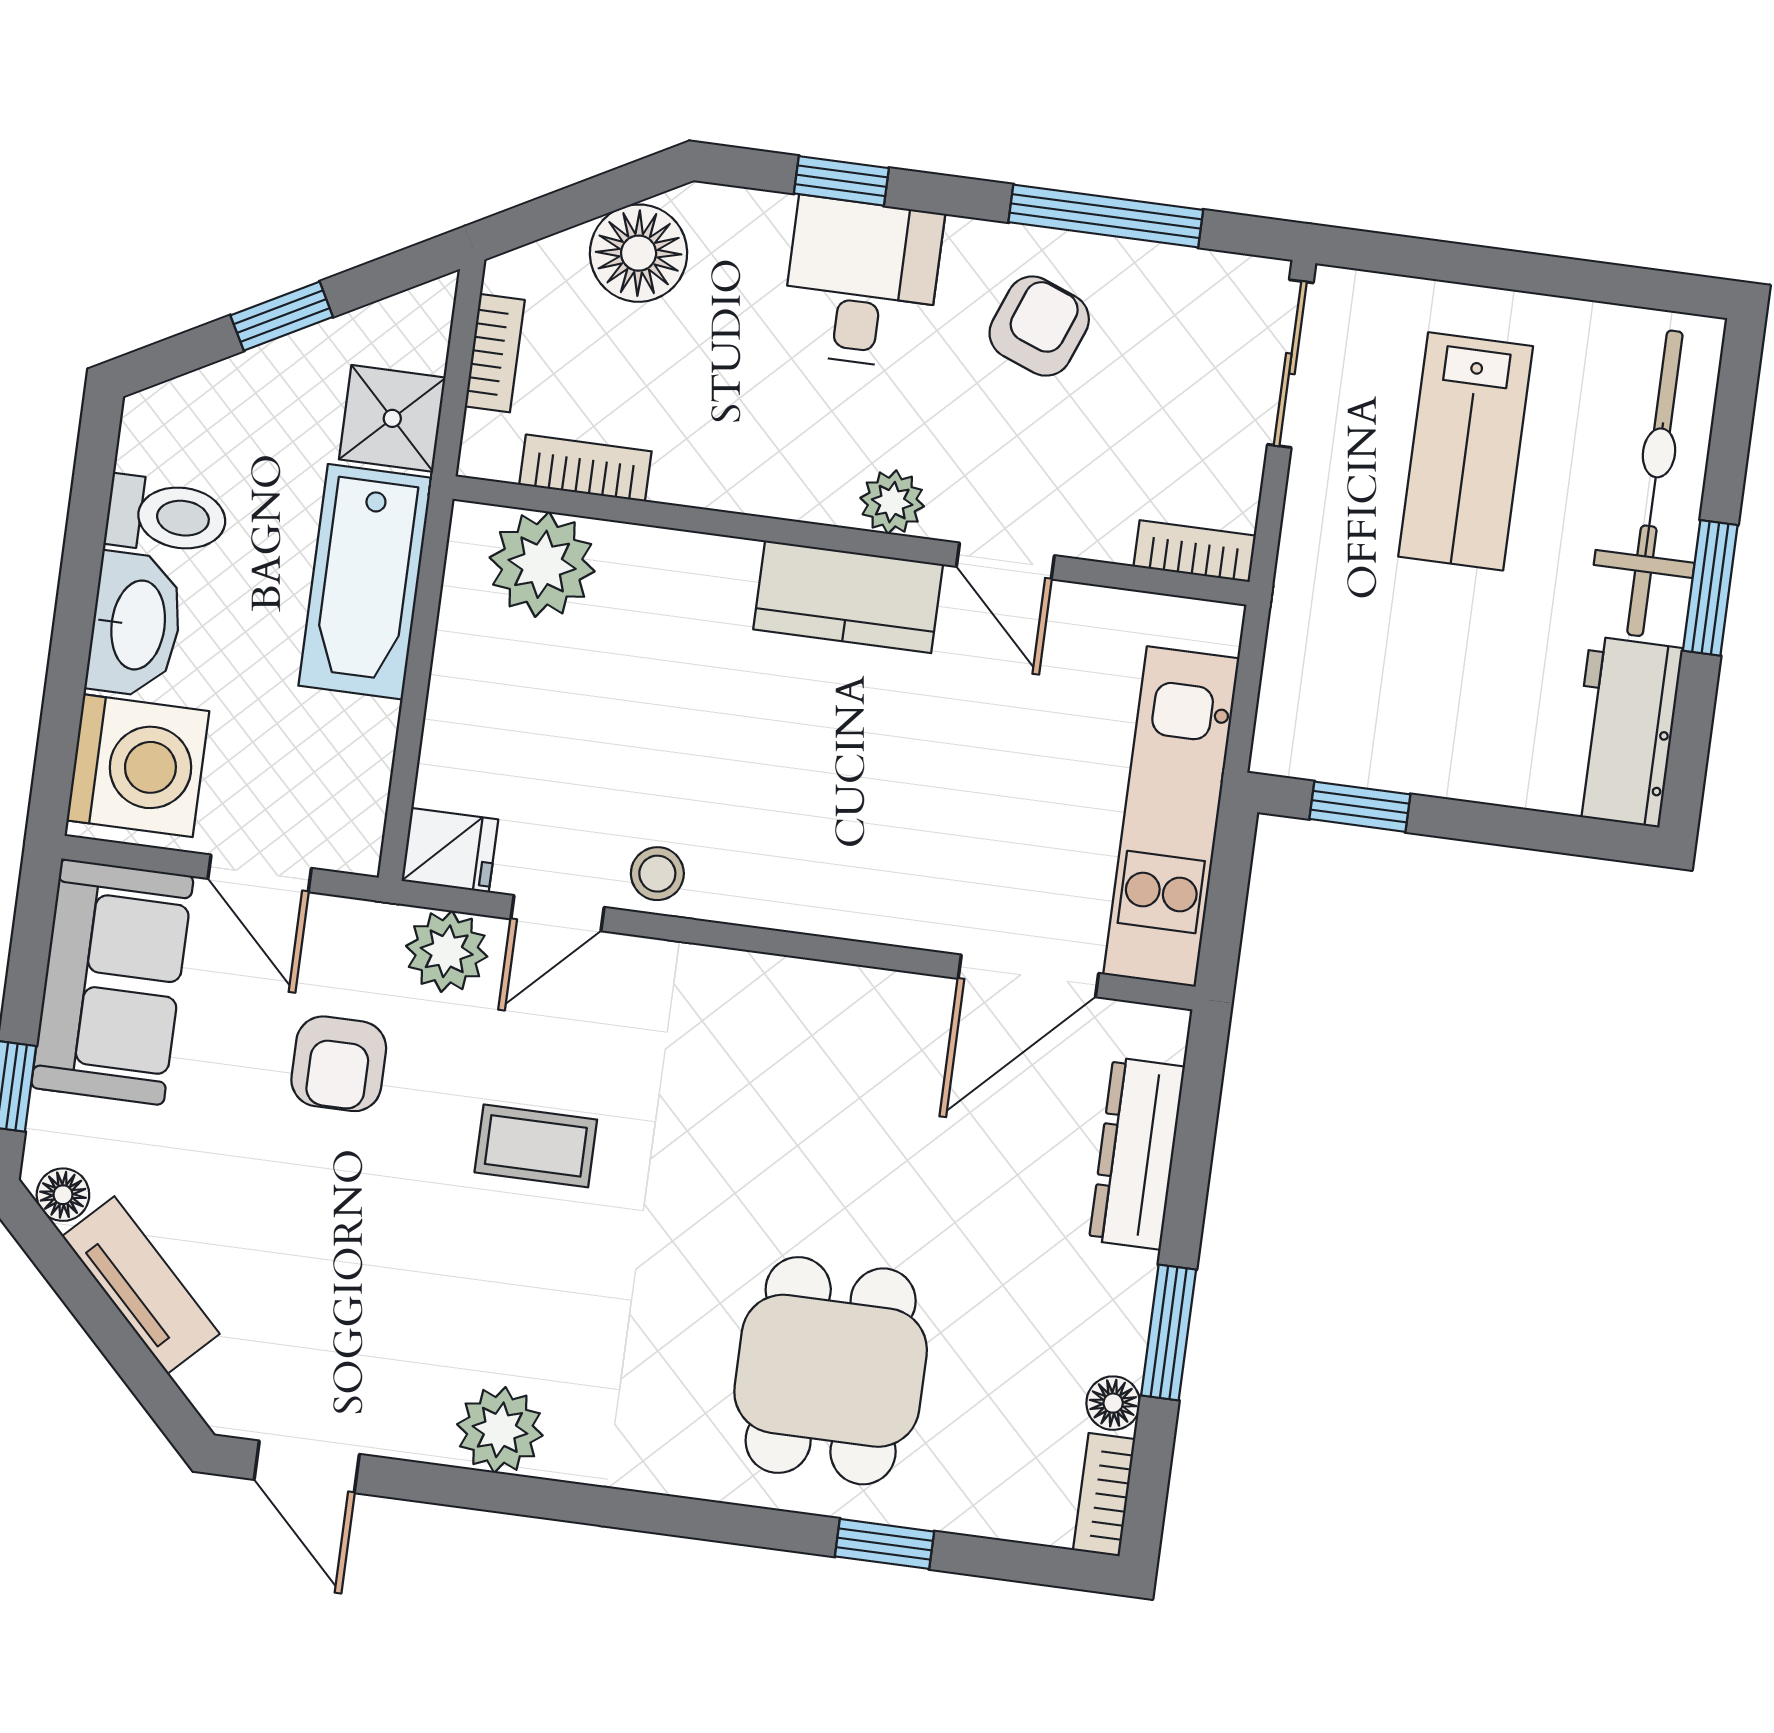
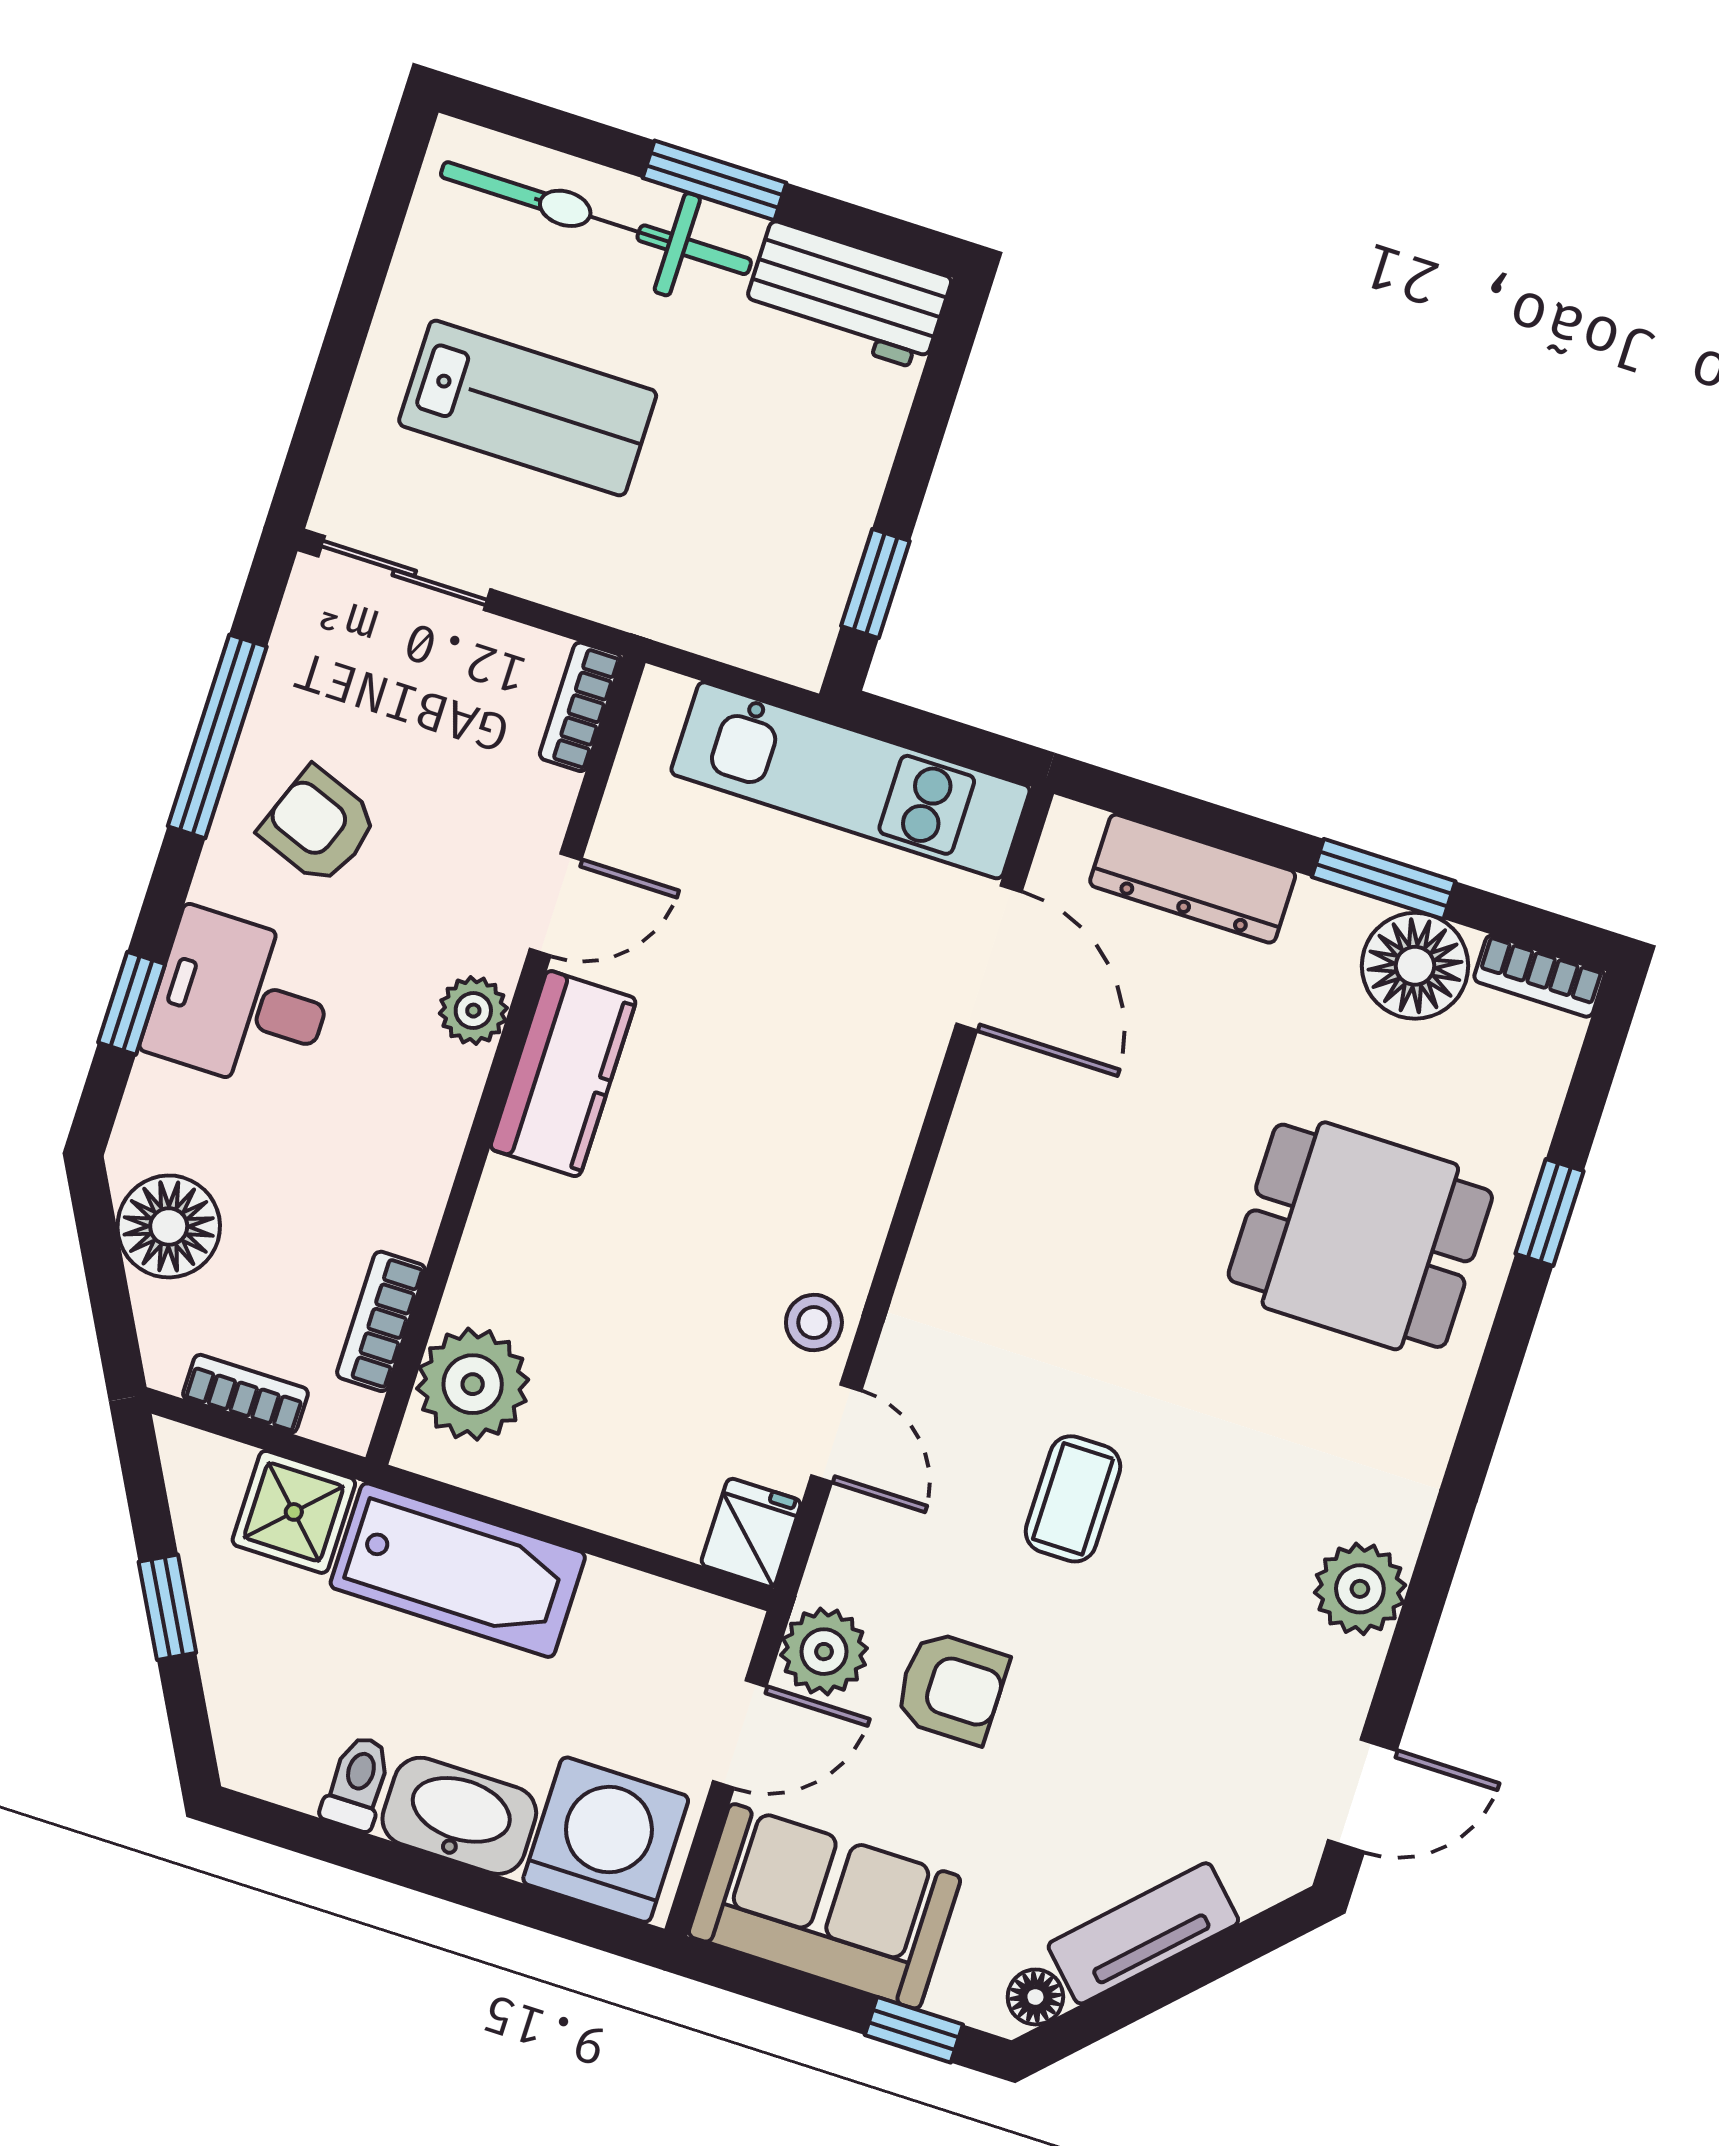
toilet: (167, 516) -> (357, 1783), width x0.73, depth x0.72
plant: (447, 951) -> (824, 1652), moved
floor lamp: (1113, 1403) -> (1415, 966), width x1.89, depth x1.89

